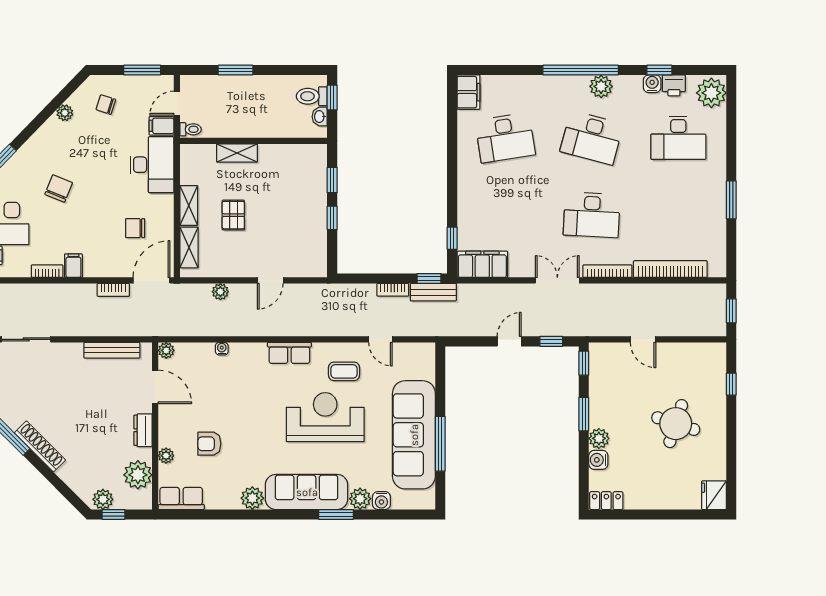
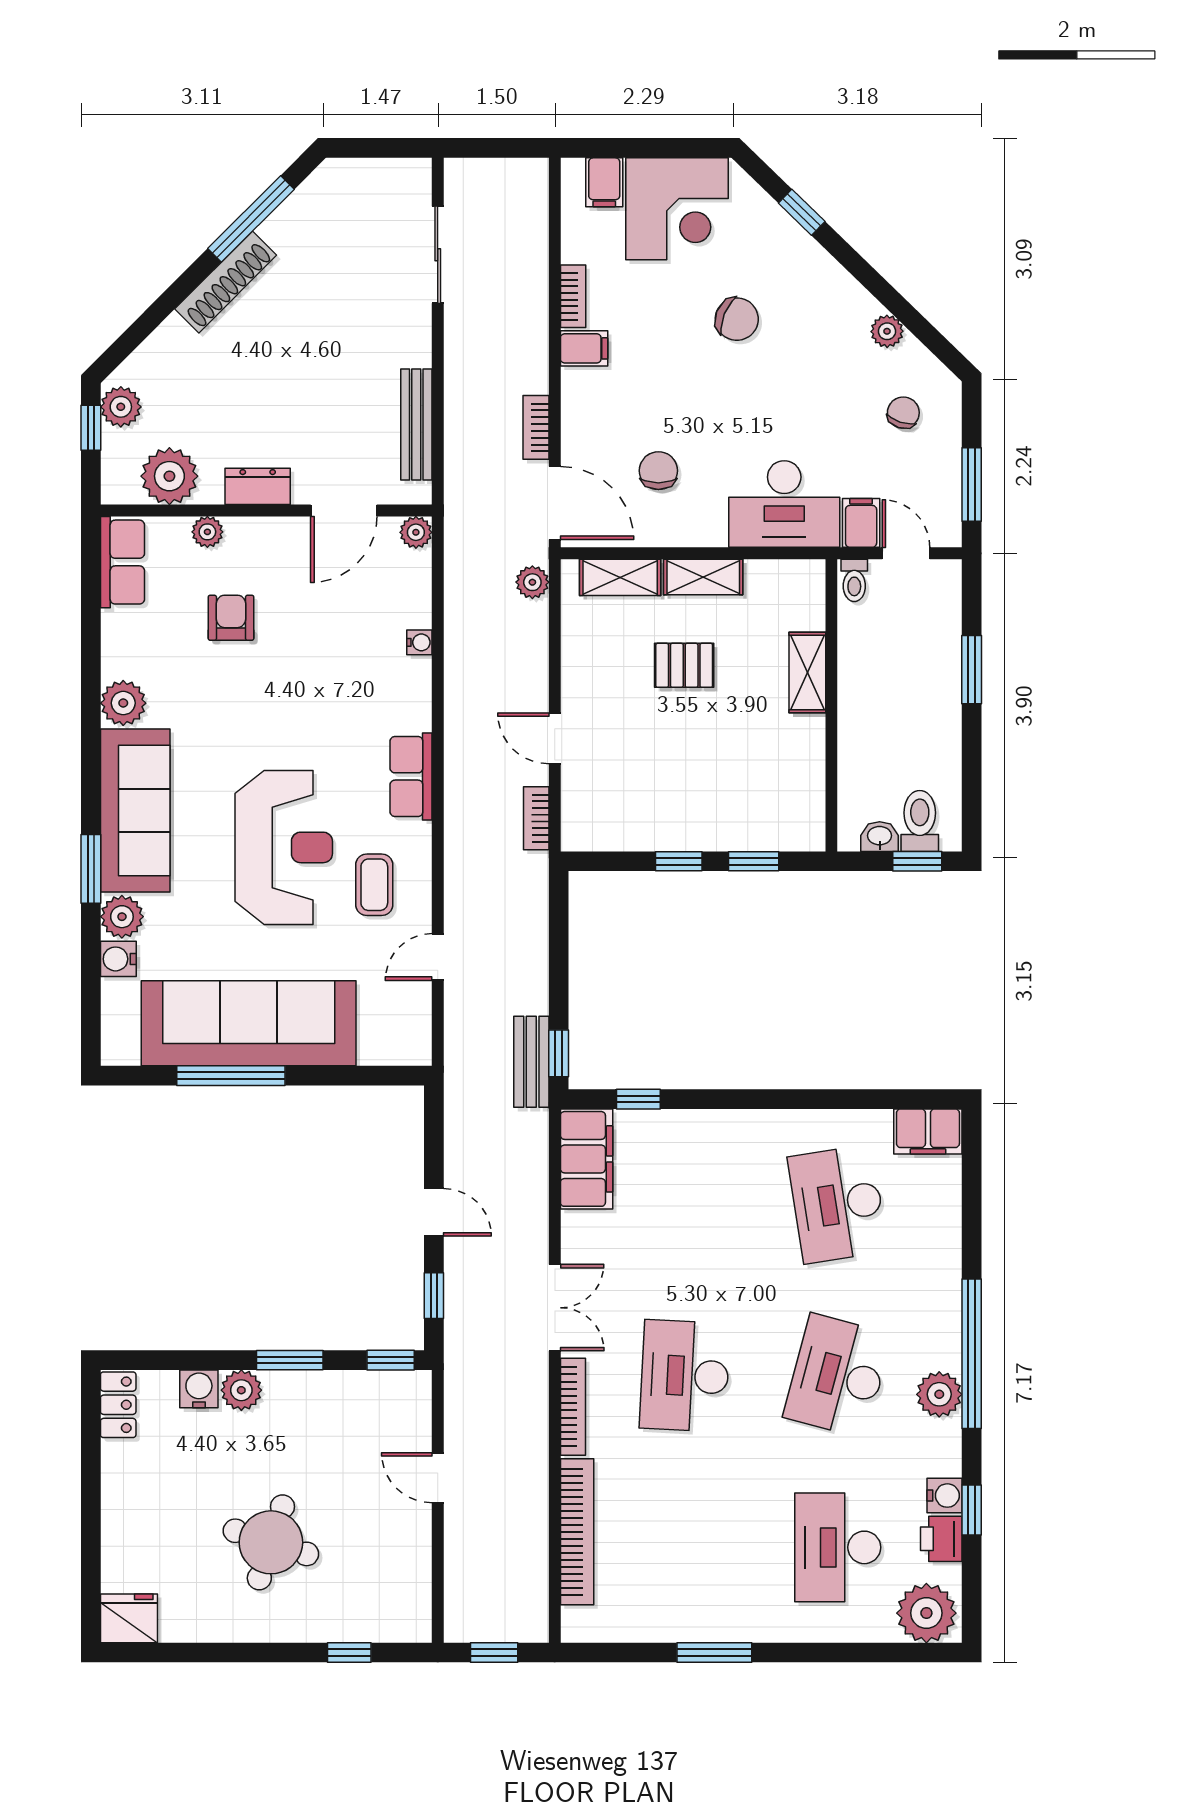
bookcase: (393, 290) -> (536, 818), moved
plant: (220, 292) -> (532, 582), moved
door: (643, 339) -> (438, 1478), hinge flipped

